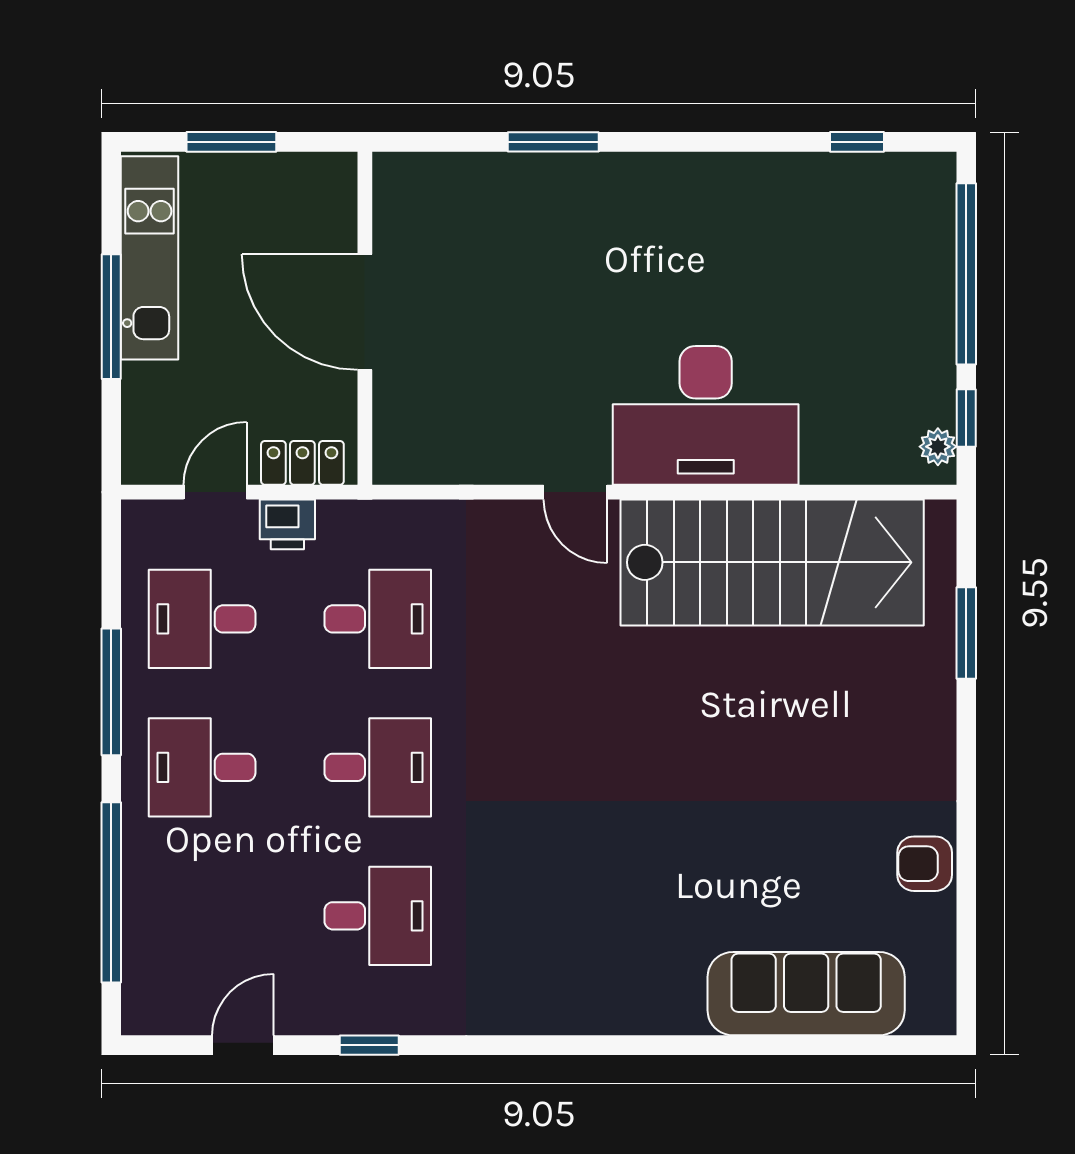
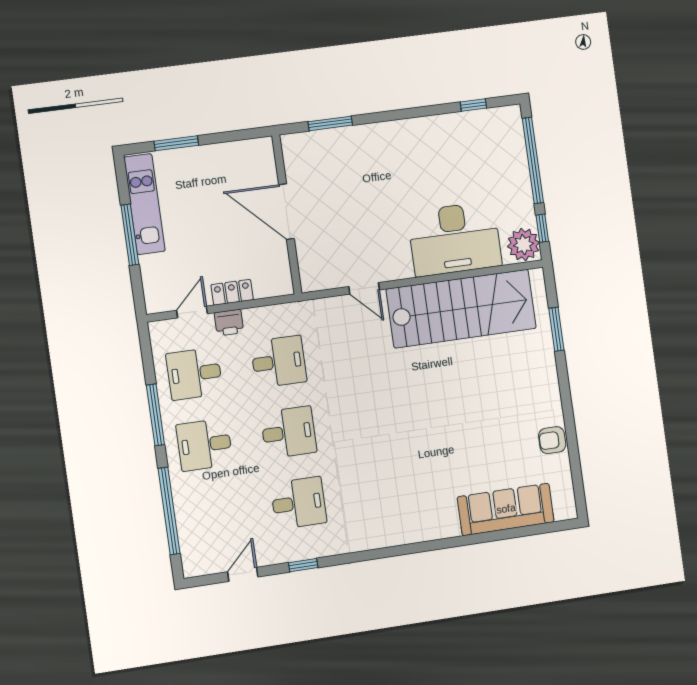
door: (365, 312) -> (286, 212), moved
wall: (365, 318) -> (287, 215), moved
desk: (706, 415) -> (455, 239), moved
plant: (938, 447) -> (523, 245), width x1.88, depth x1.88

